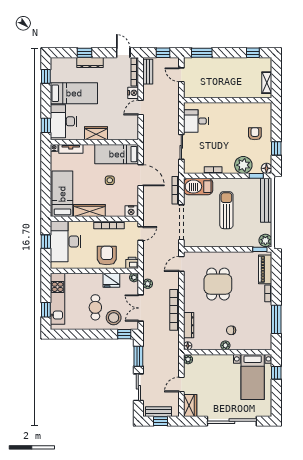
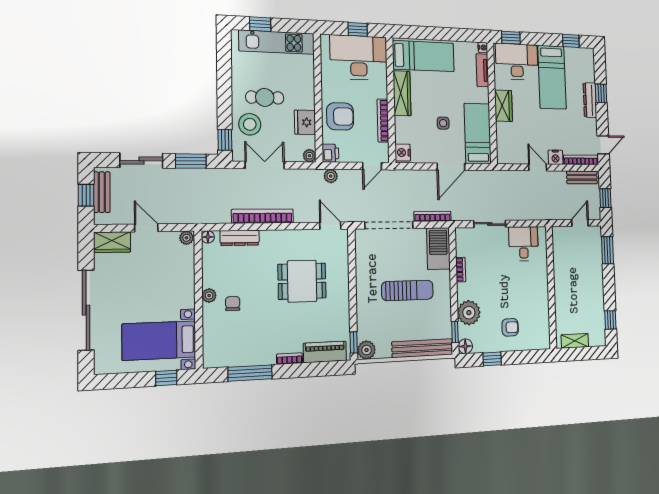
door: (141, 234) -> (372, 166), hinge flipped
plant: (148, 284) -> (331, 176), moved

